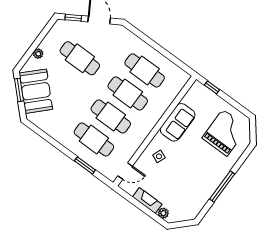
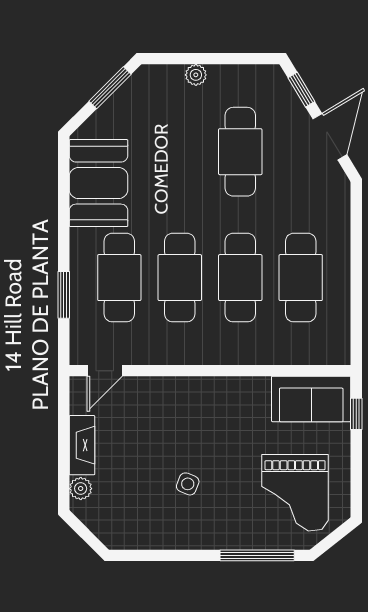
booth: (36, 91) -> (98, 183), moved, turned -45
sofa: (178, 122) -> (311, 399), moved
grand piano: (225, 133) -> (295, 493), turned 90
side table: (159, 156) -> (188, 484), moved
door: (125, 171) -> (105, 371), hinge flipped
window: (222, 186) -> (257, 555), moved

